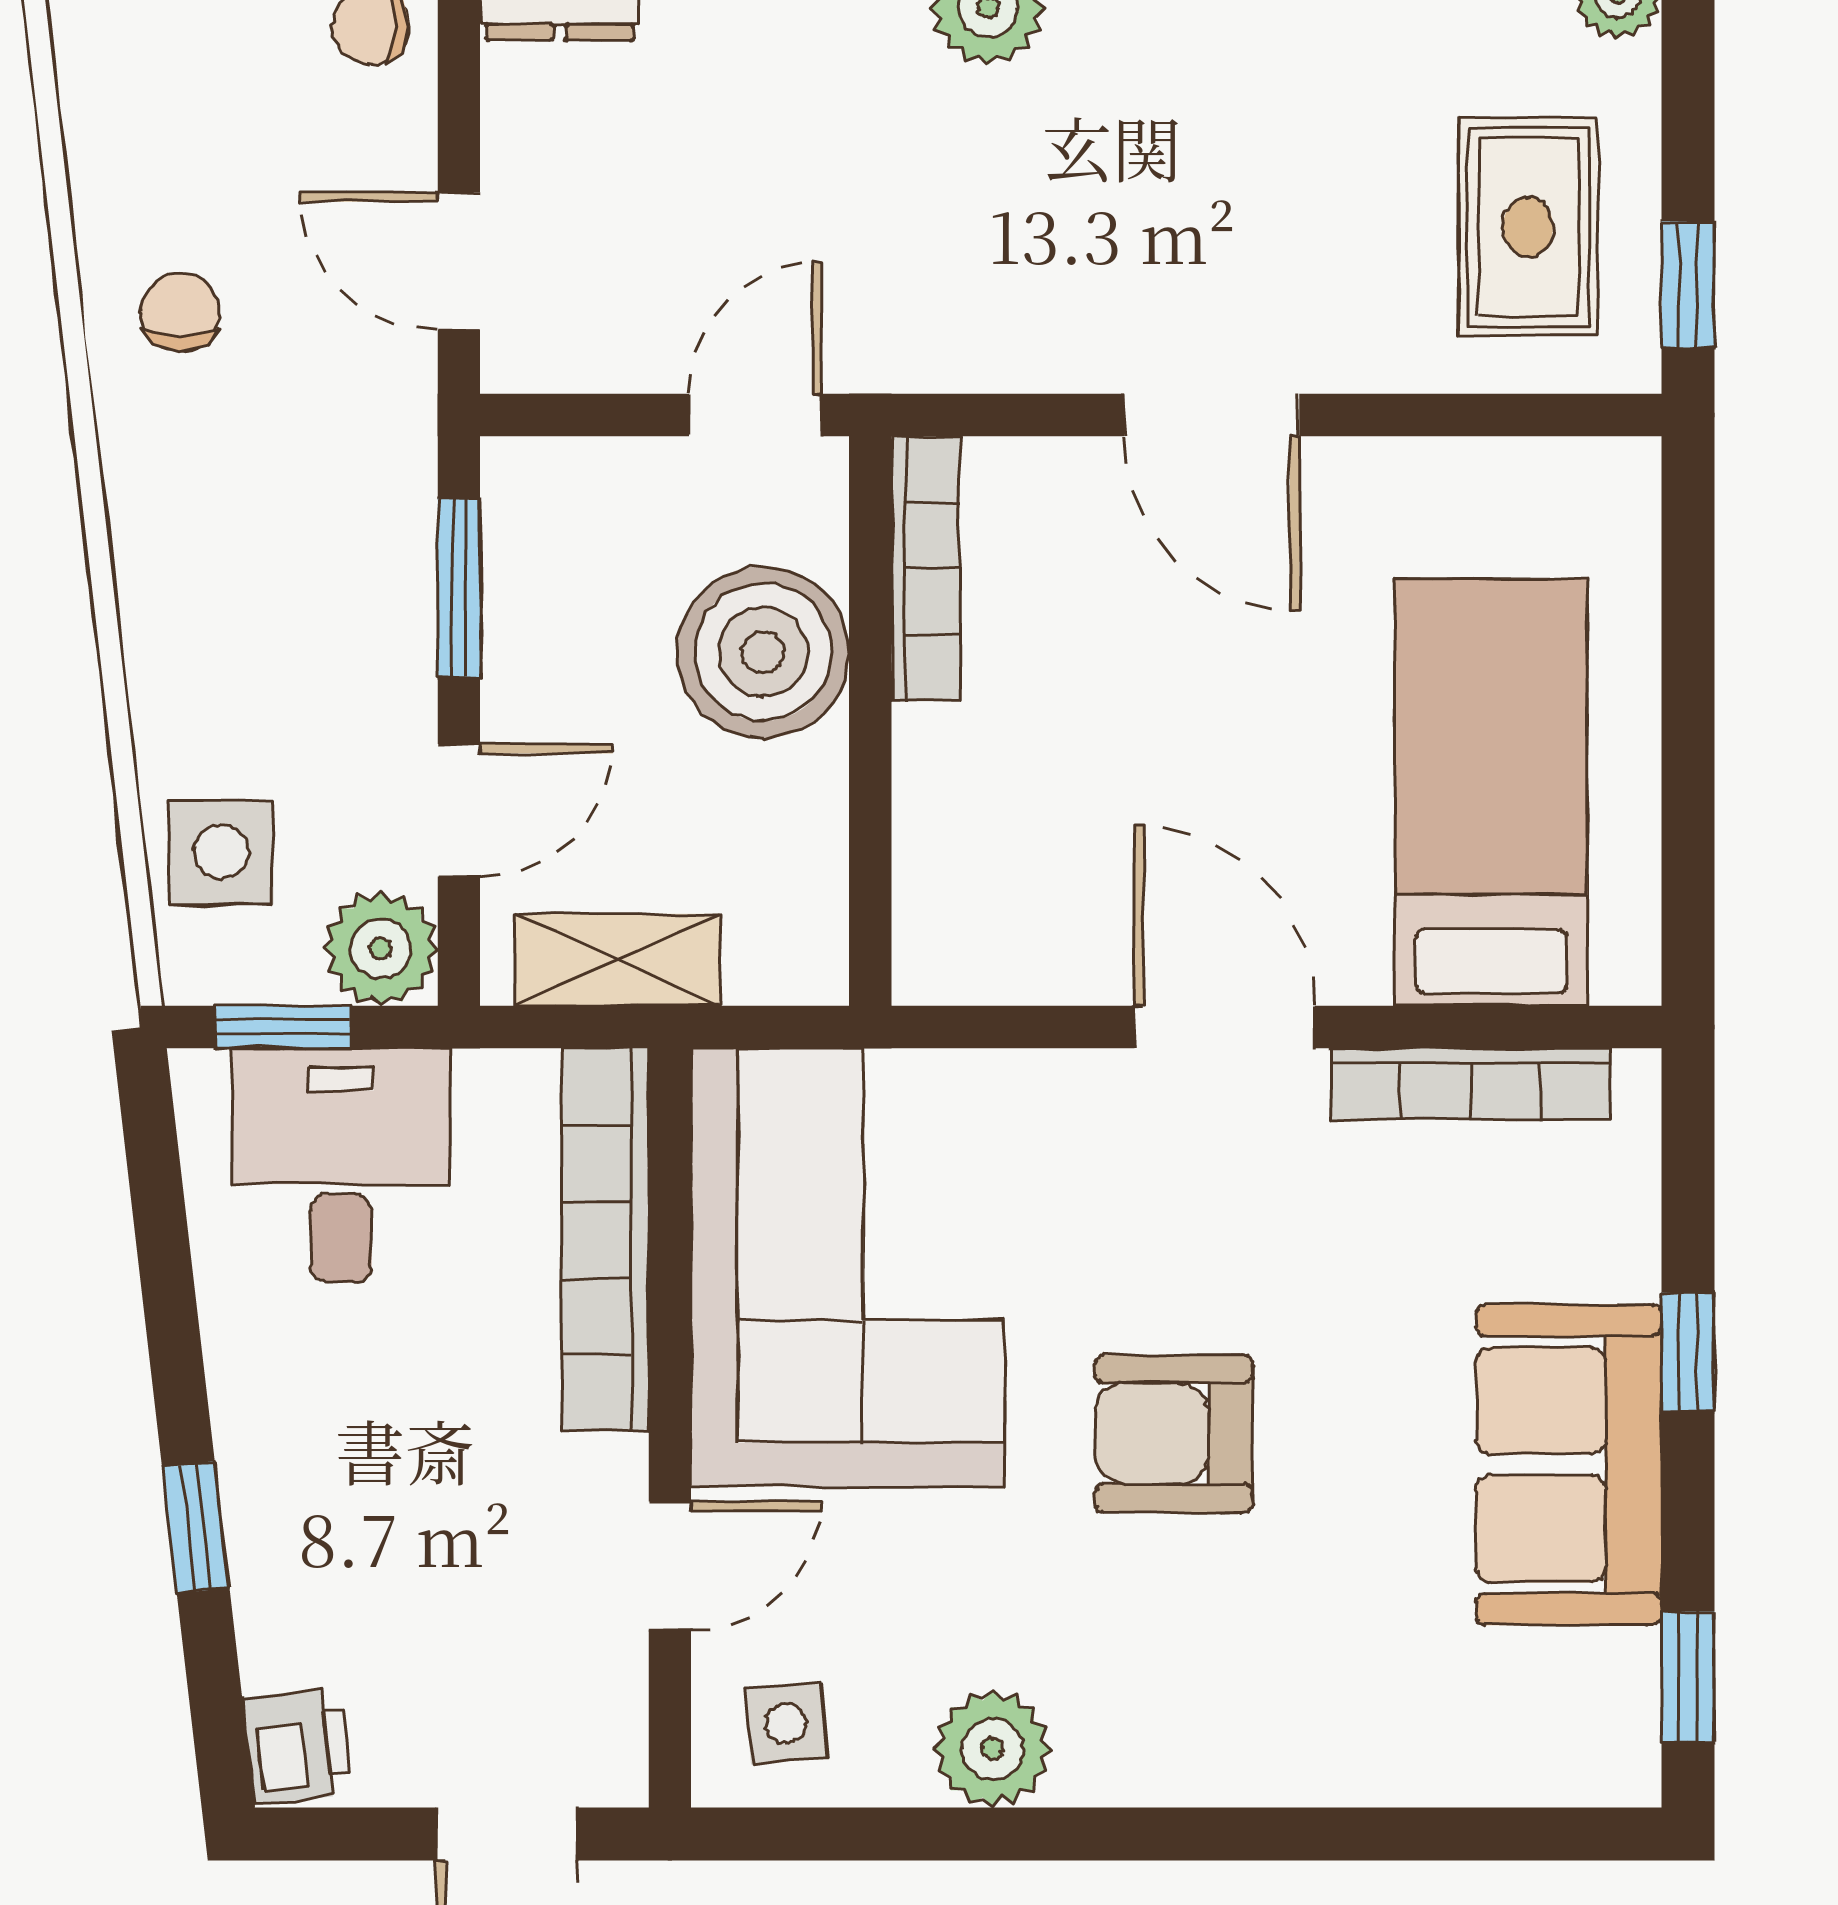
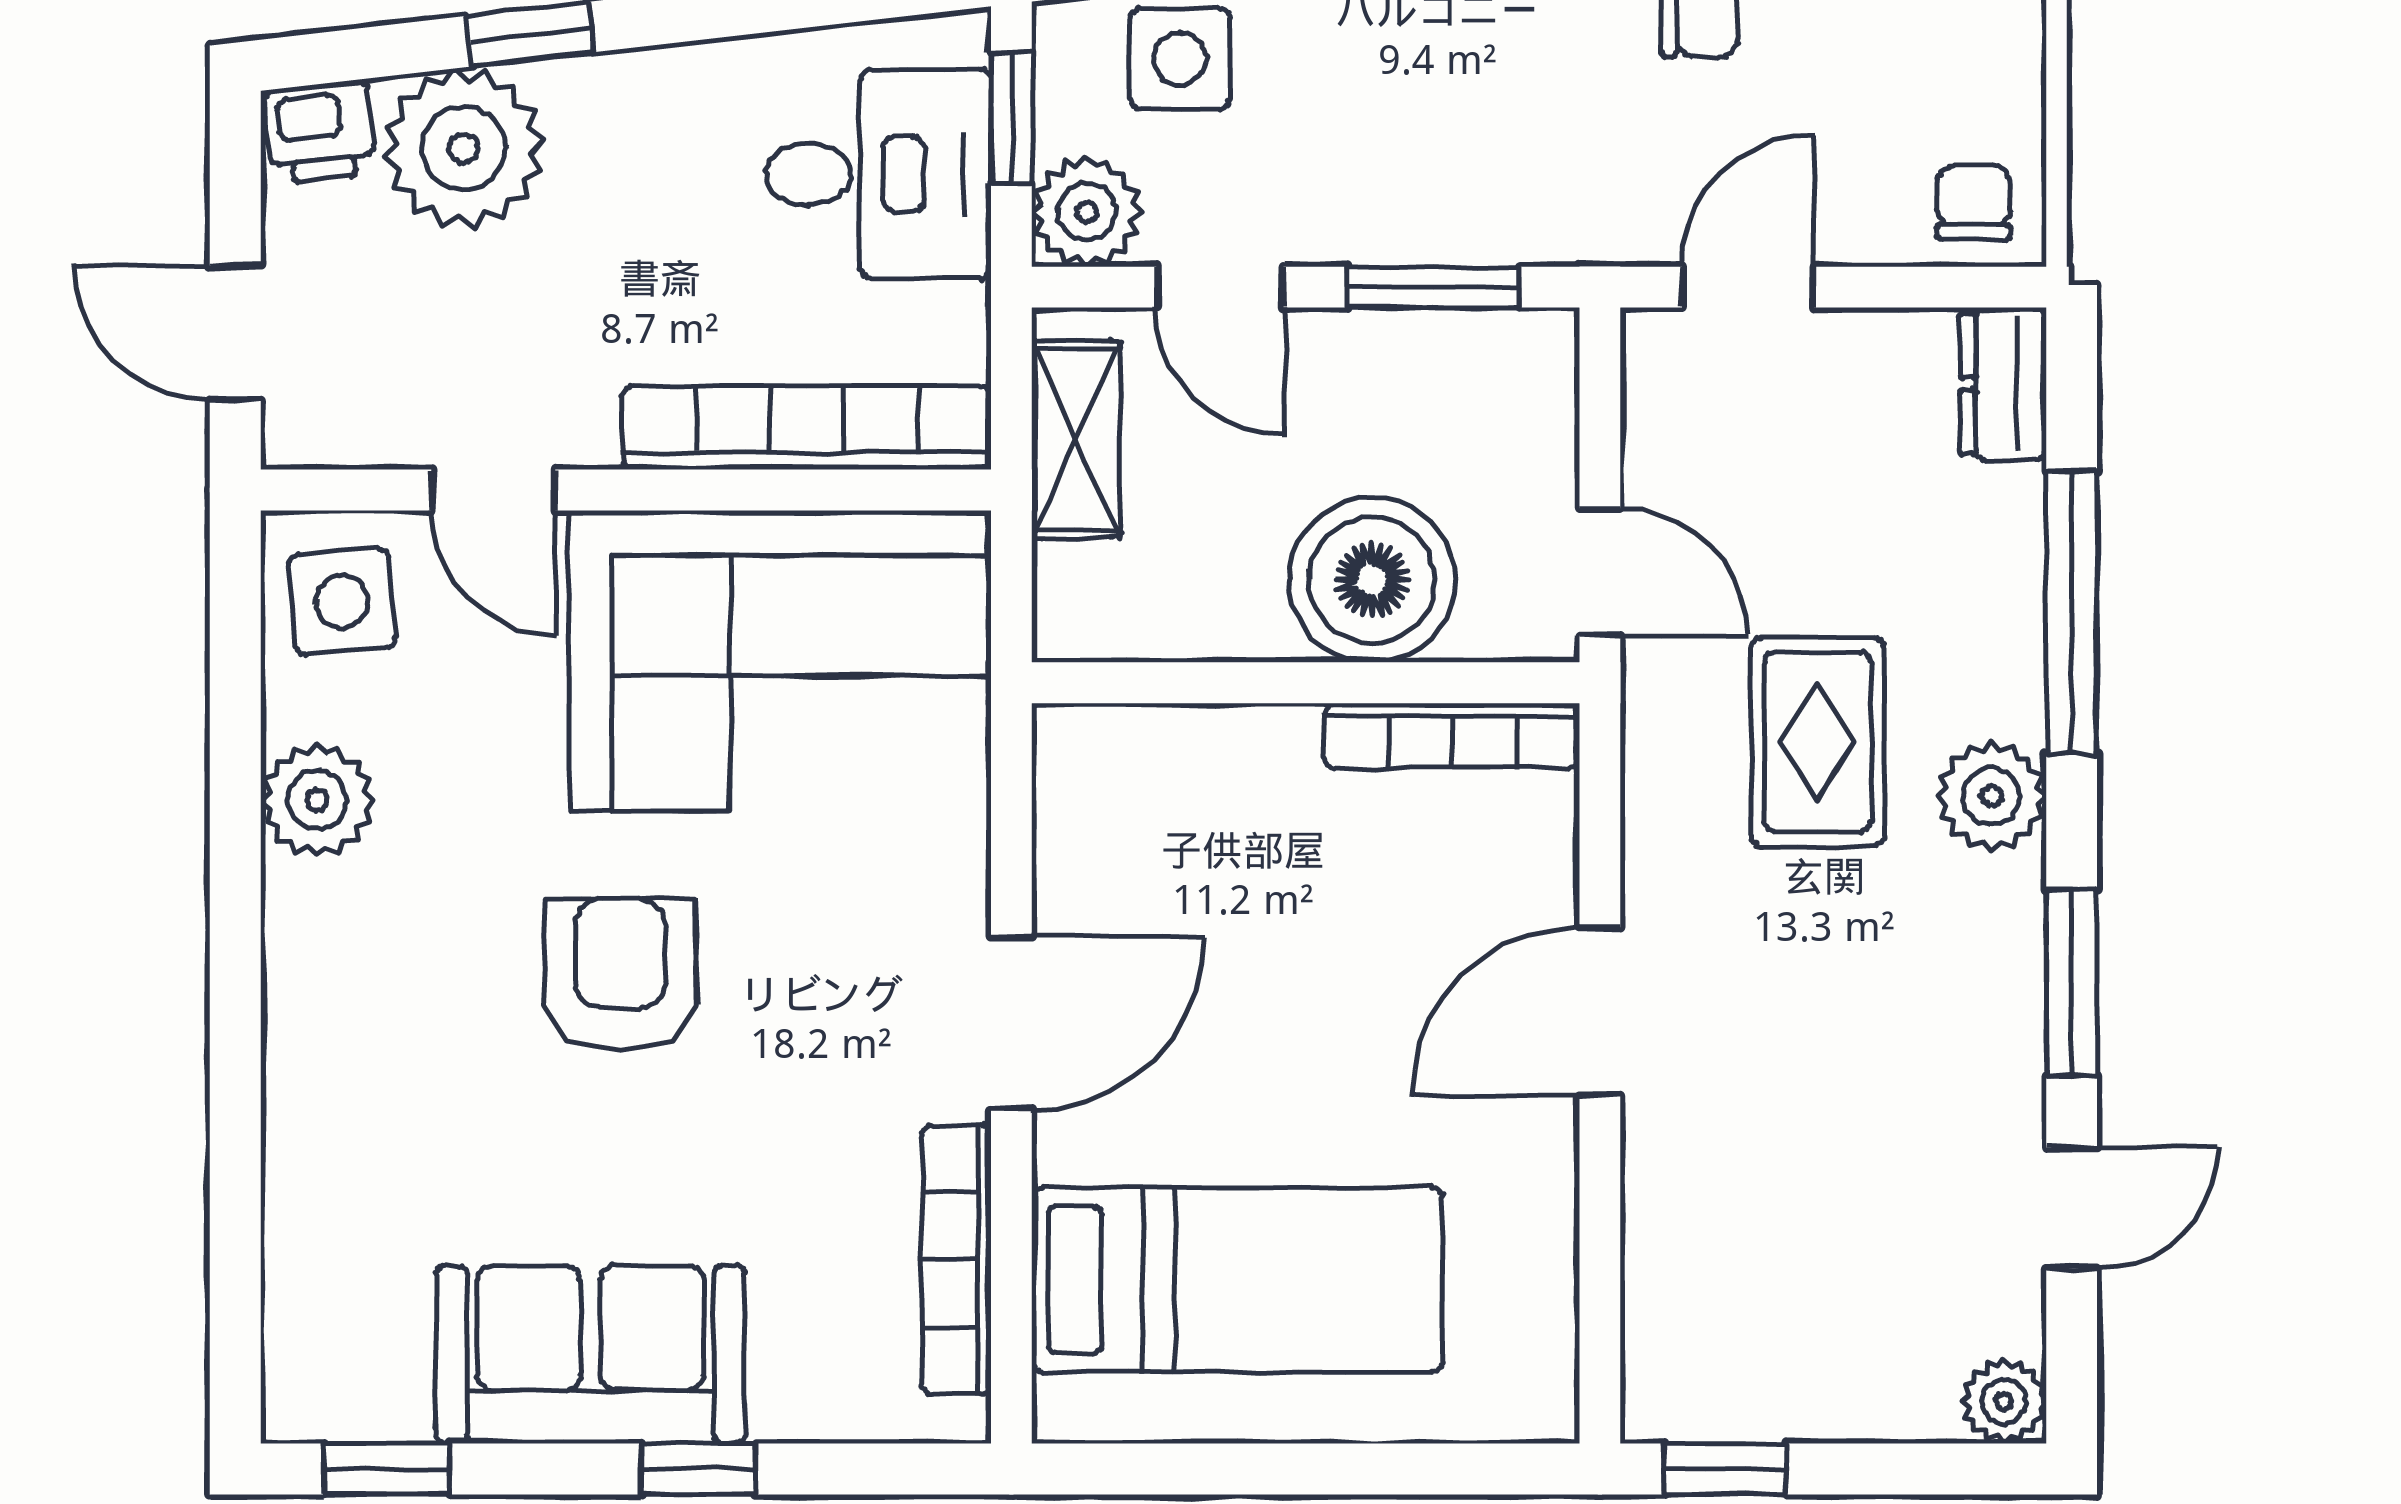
rug: (1528, 227) -> (1818, 742), moved, turned 90
plant: (315, 1597) -> (464, 148), added
side table: (786, 1723) -> (342, 602), width x1.37, depth x1.37

